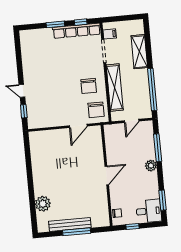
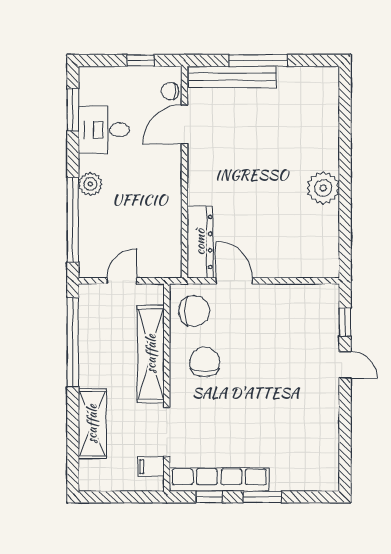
chair: (96, 110) -> (194, 311), turned 90
door: (78, 126) -> (234, 281), hinge flipped
dresser: (96, 143) -> (200, 242), added
window: (158, 148) -> (73, 220), width x1.46
door: (107, 175) -> (184, 125), moved
plant: (43, 204) -> (323, 188), moved
desk: (149, 211) -> (104, 130), moved
bench: (70, 224) -> (232, 77), moved

